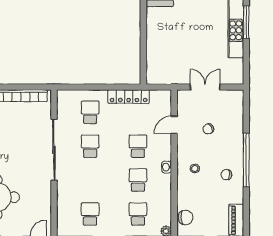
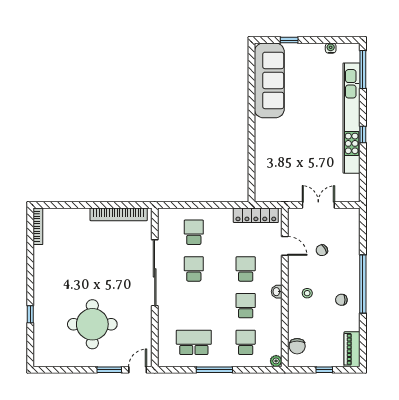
window: (246, 22) -> (363, 135), width x0.46
locker: (129, 97) -> (256, 215), moved
door: (174, 125) -> (285, 246), swing flipped
school desk: (90, 214) -> (194, 342), width x1.85
chair: (186, 217) -> (297, 346), turned 92

